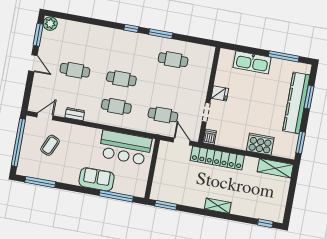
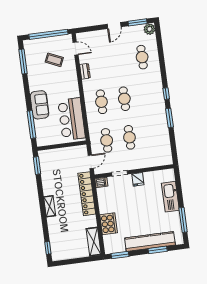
cafe table: (173, 60) -> (129, 137), moved
cafe table: (75, 70) -> (142, 57), moved

